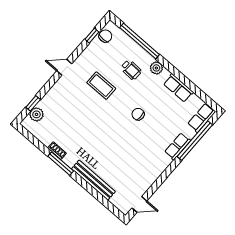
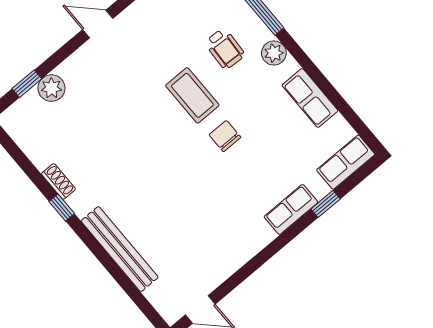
coffee table: (101, 86) -> (192, 95), moved
plant: (36, 114) -> (51, 88), moved
window: (195, 141) -> (326, 204), width x0.32
window: (61, 164) -> (62, 207), width x0.46

